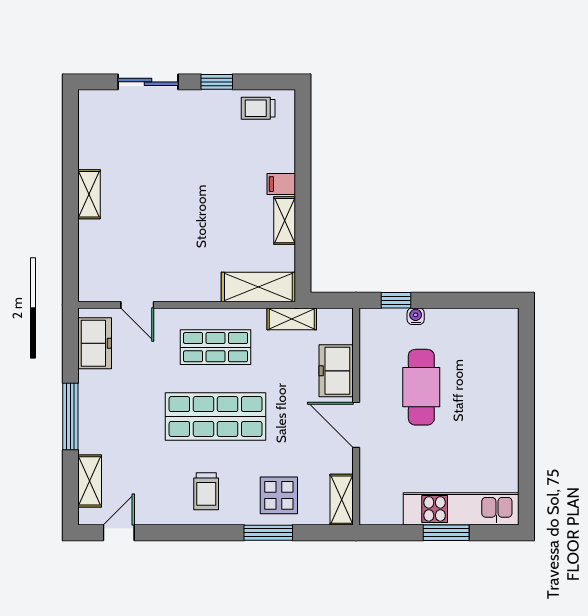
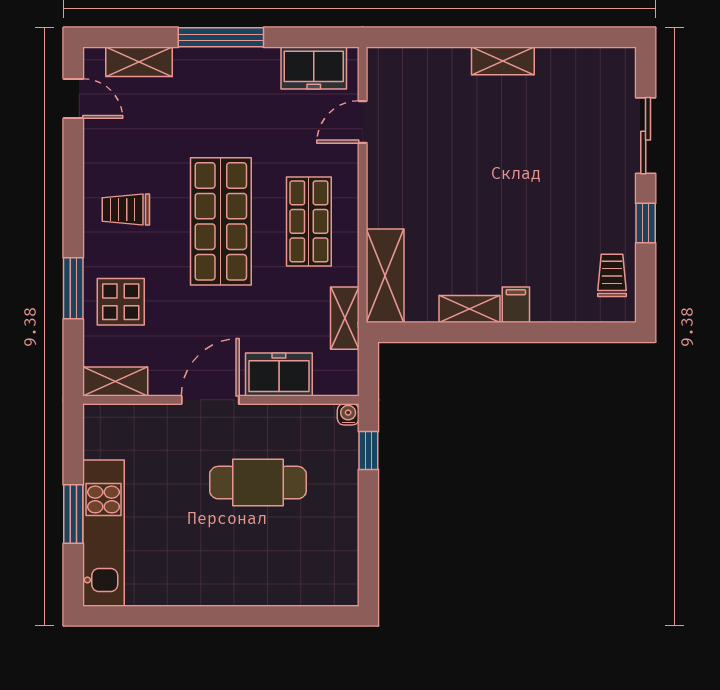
water cooler: (416, 316) -> (348, 414), moved, turned -90

